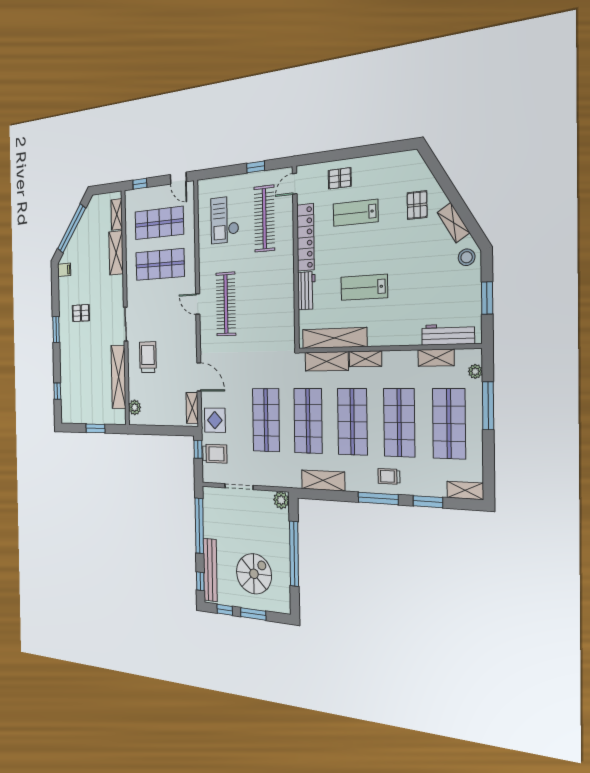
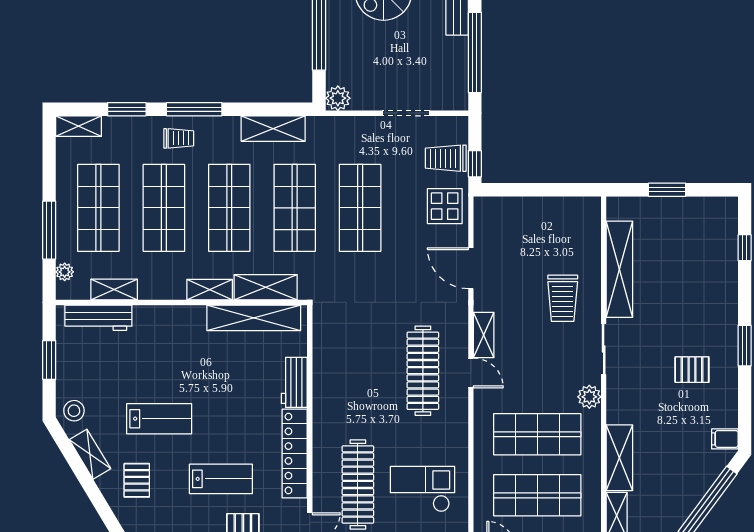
checkout: (225, 220) -> (422, 489), turned -90
lab bench: (364, 287) -> (159, 419), moved
plant: (135, 407) -> (589, 397), moved
shelving: (192, 408) -> (484, 335), moved

